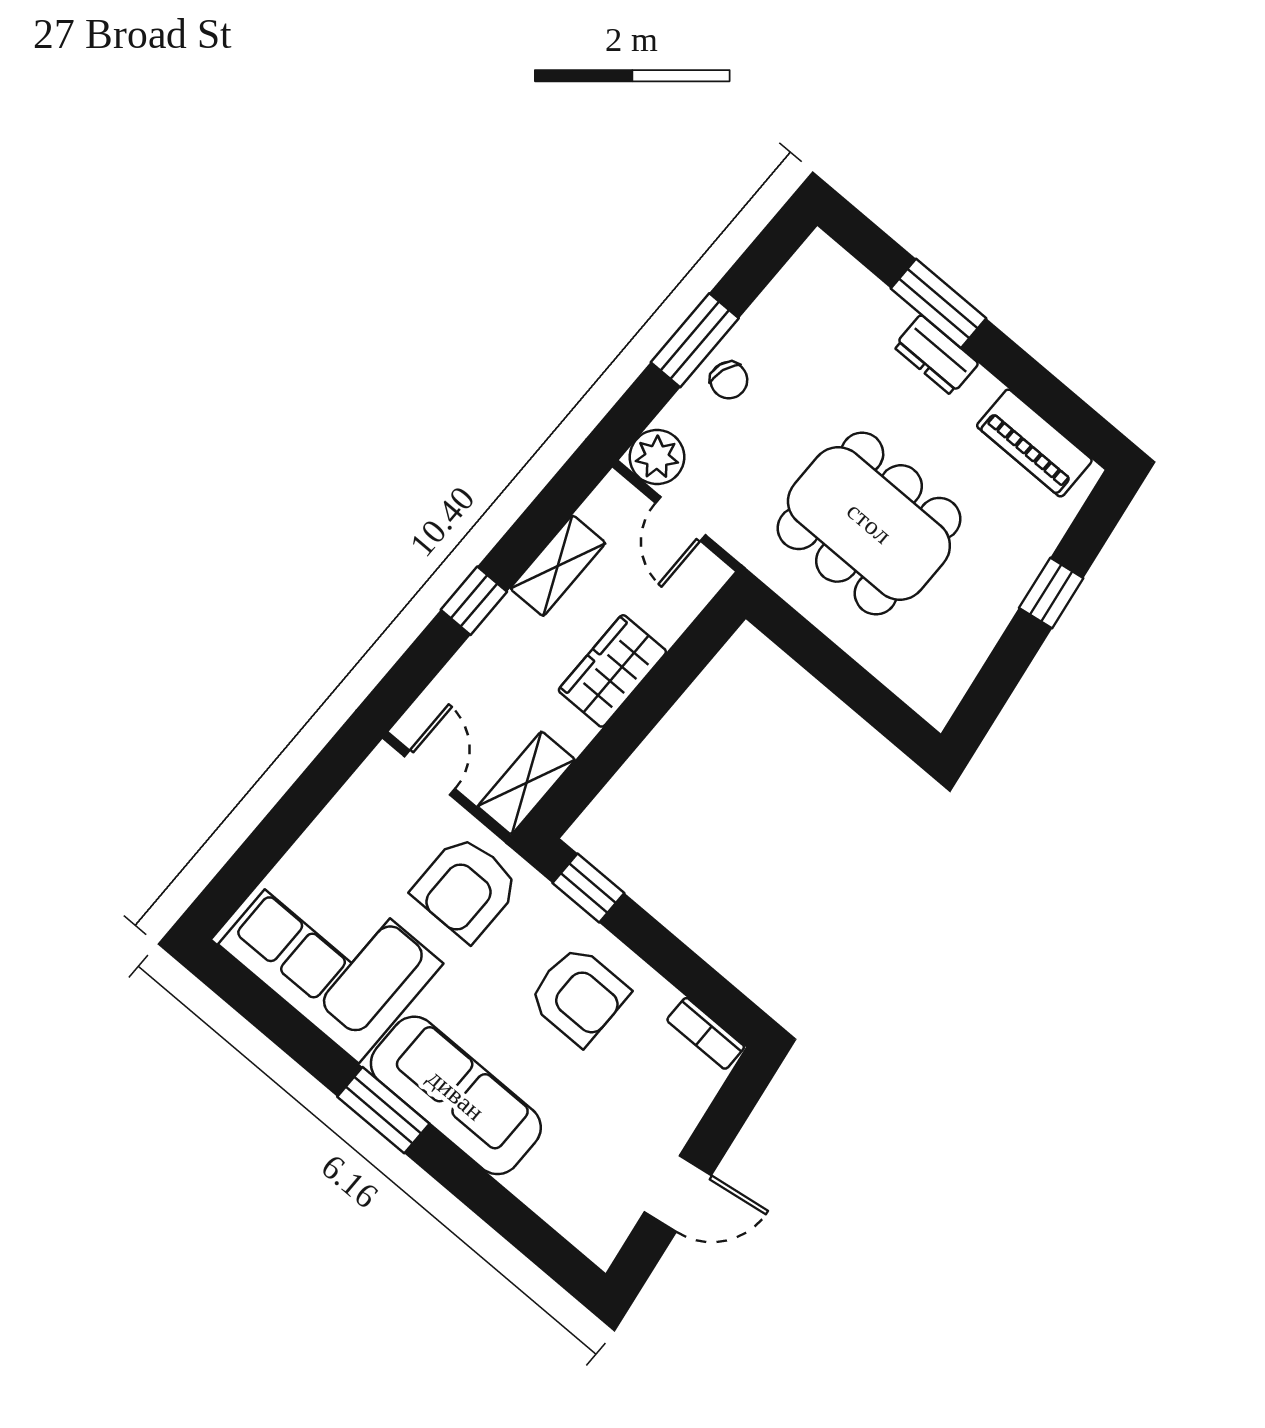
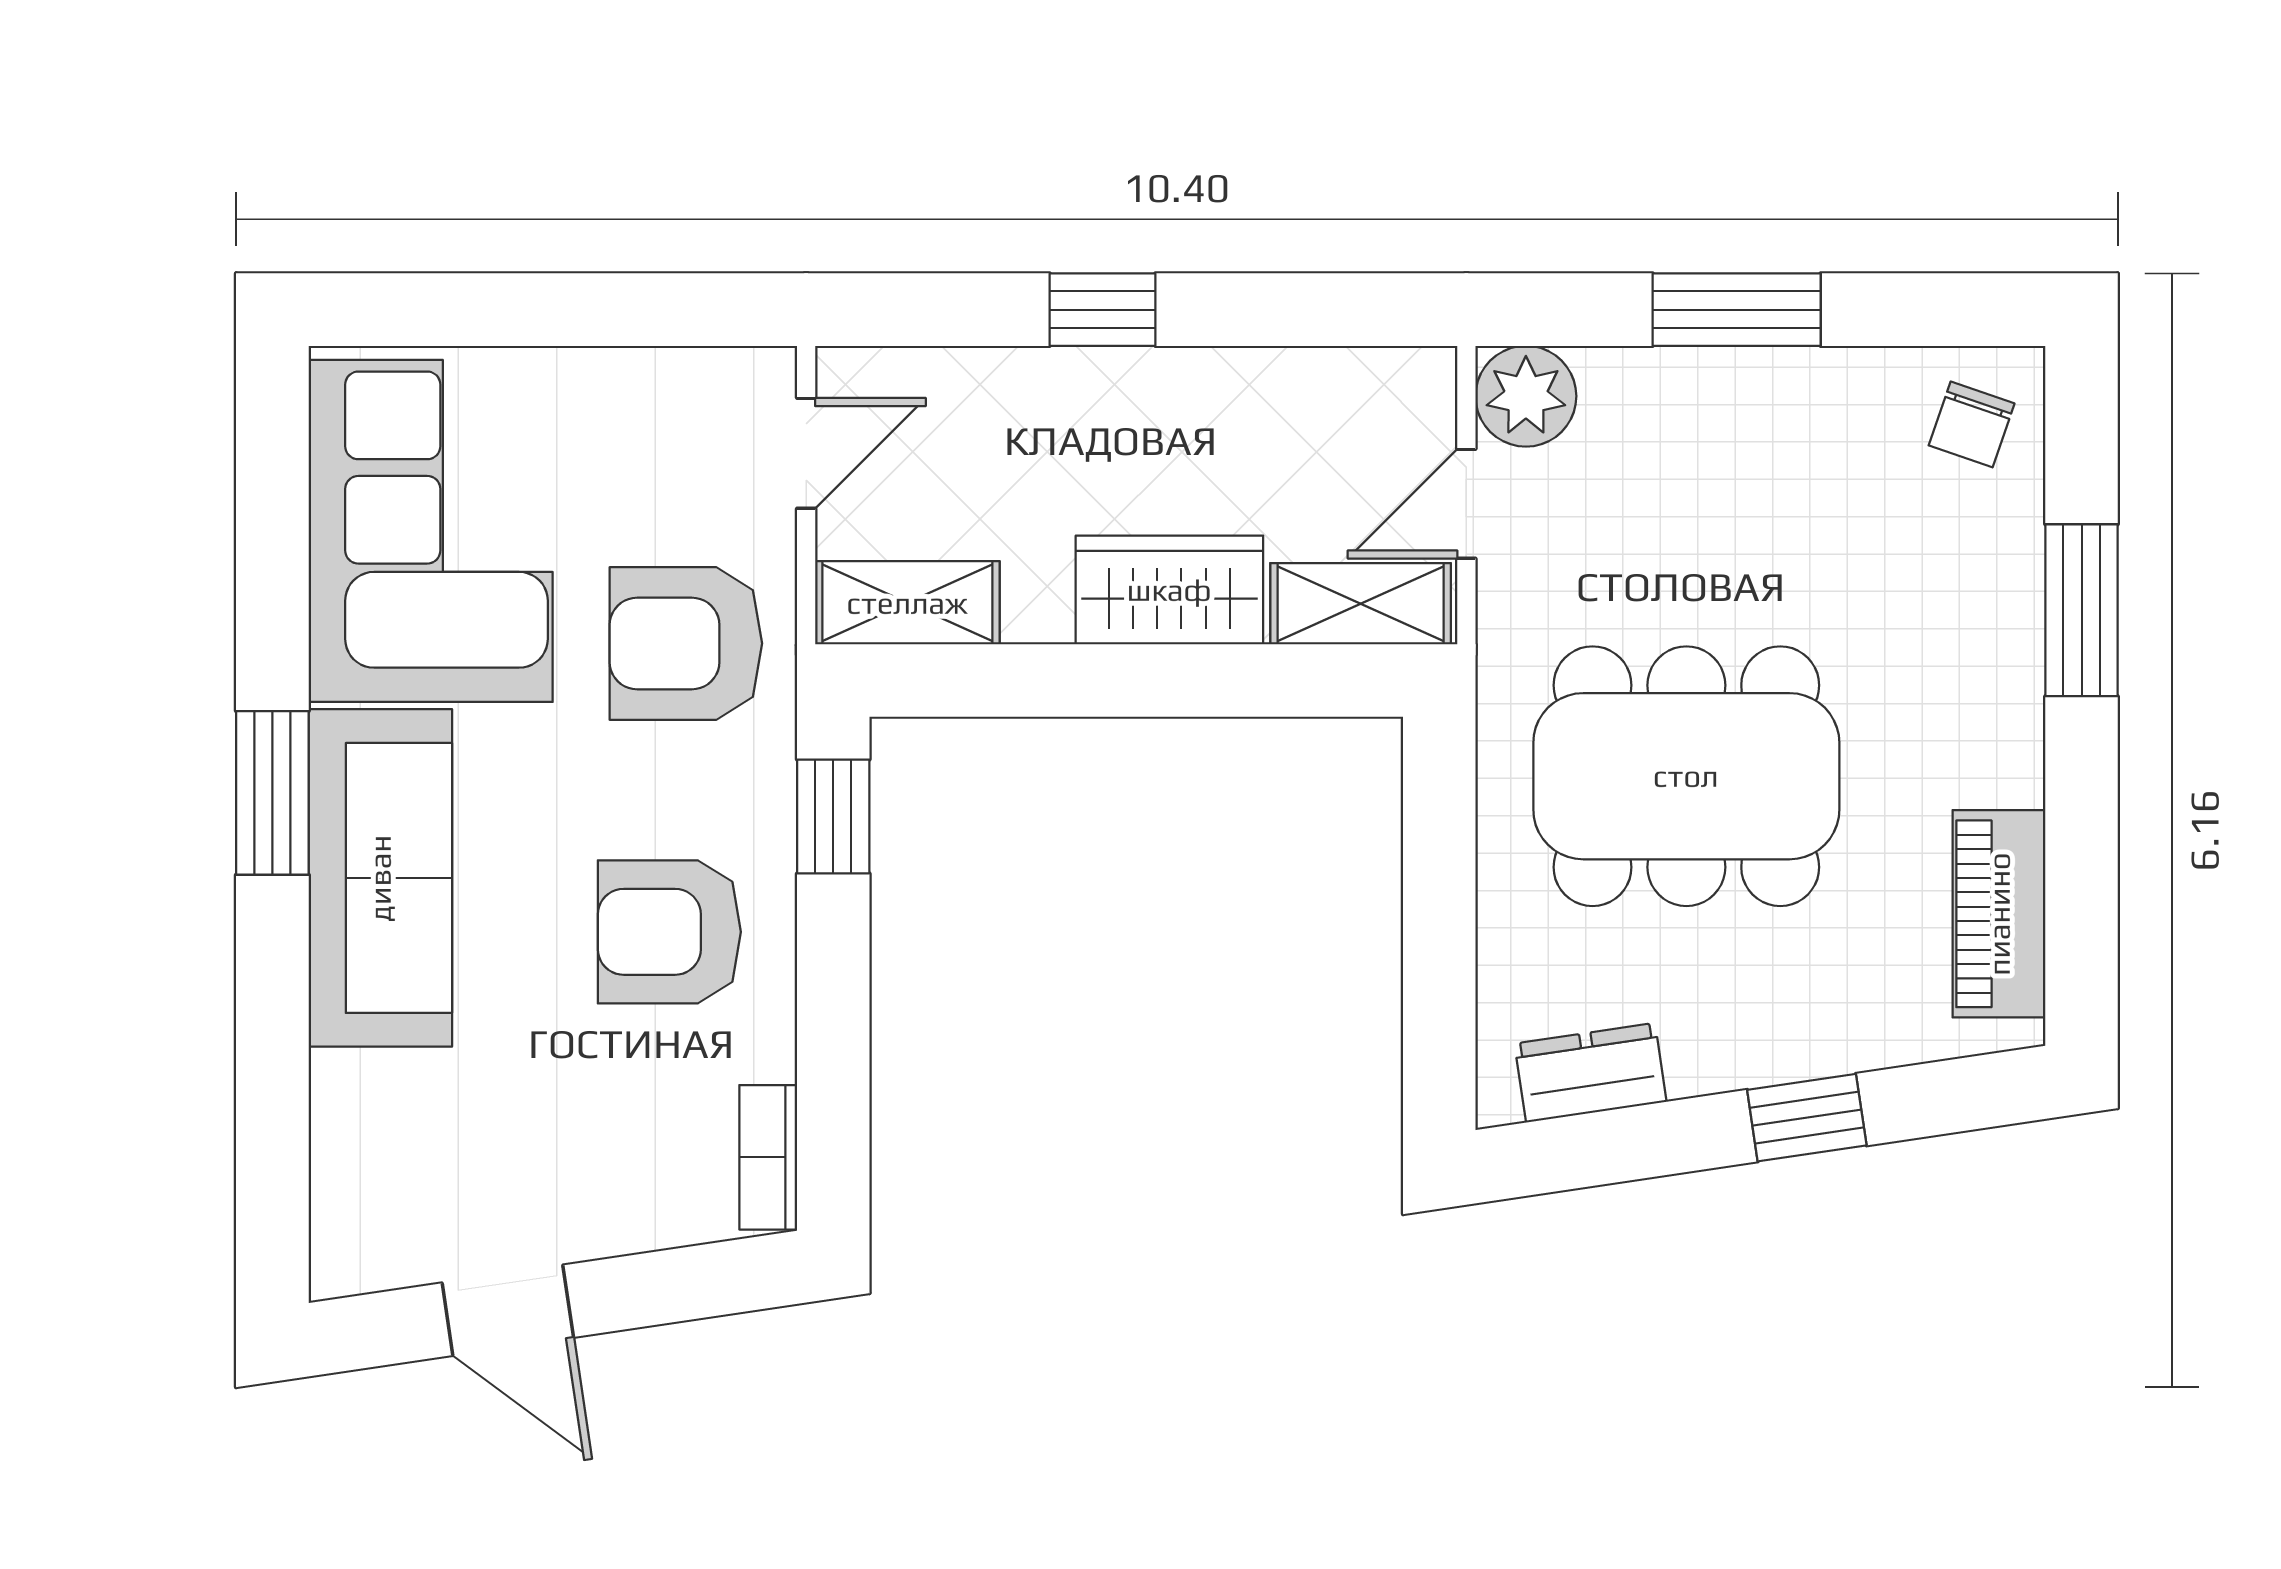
dresser: (936, 355) -> (1590, 1073), moved, turned 82
chair: (729, 380) -> (1972, 424), moved
dining table: (869, 523) -> (1686, 776), turned 90
shelving: (558, 566) -> (1361, 604), moved
armchair: (579, 995) -> (669, 932), turned 90

